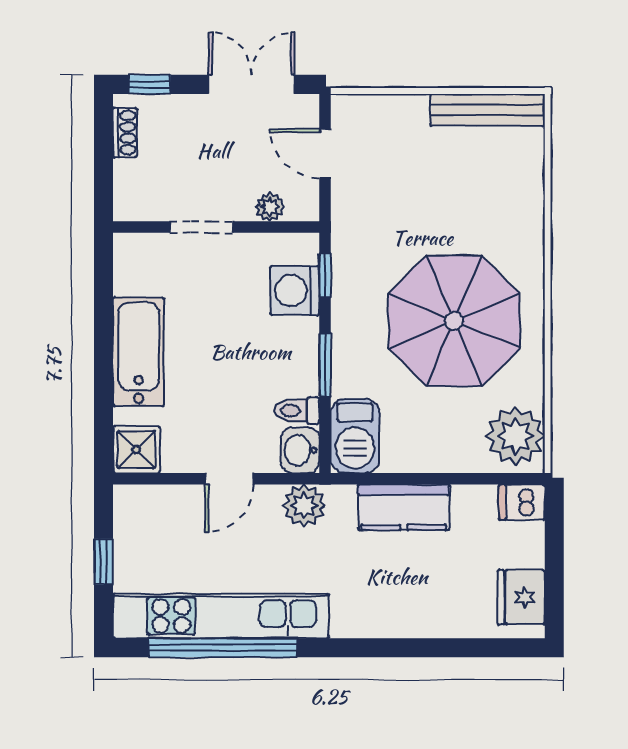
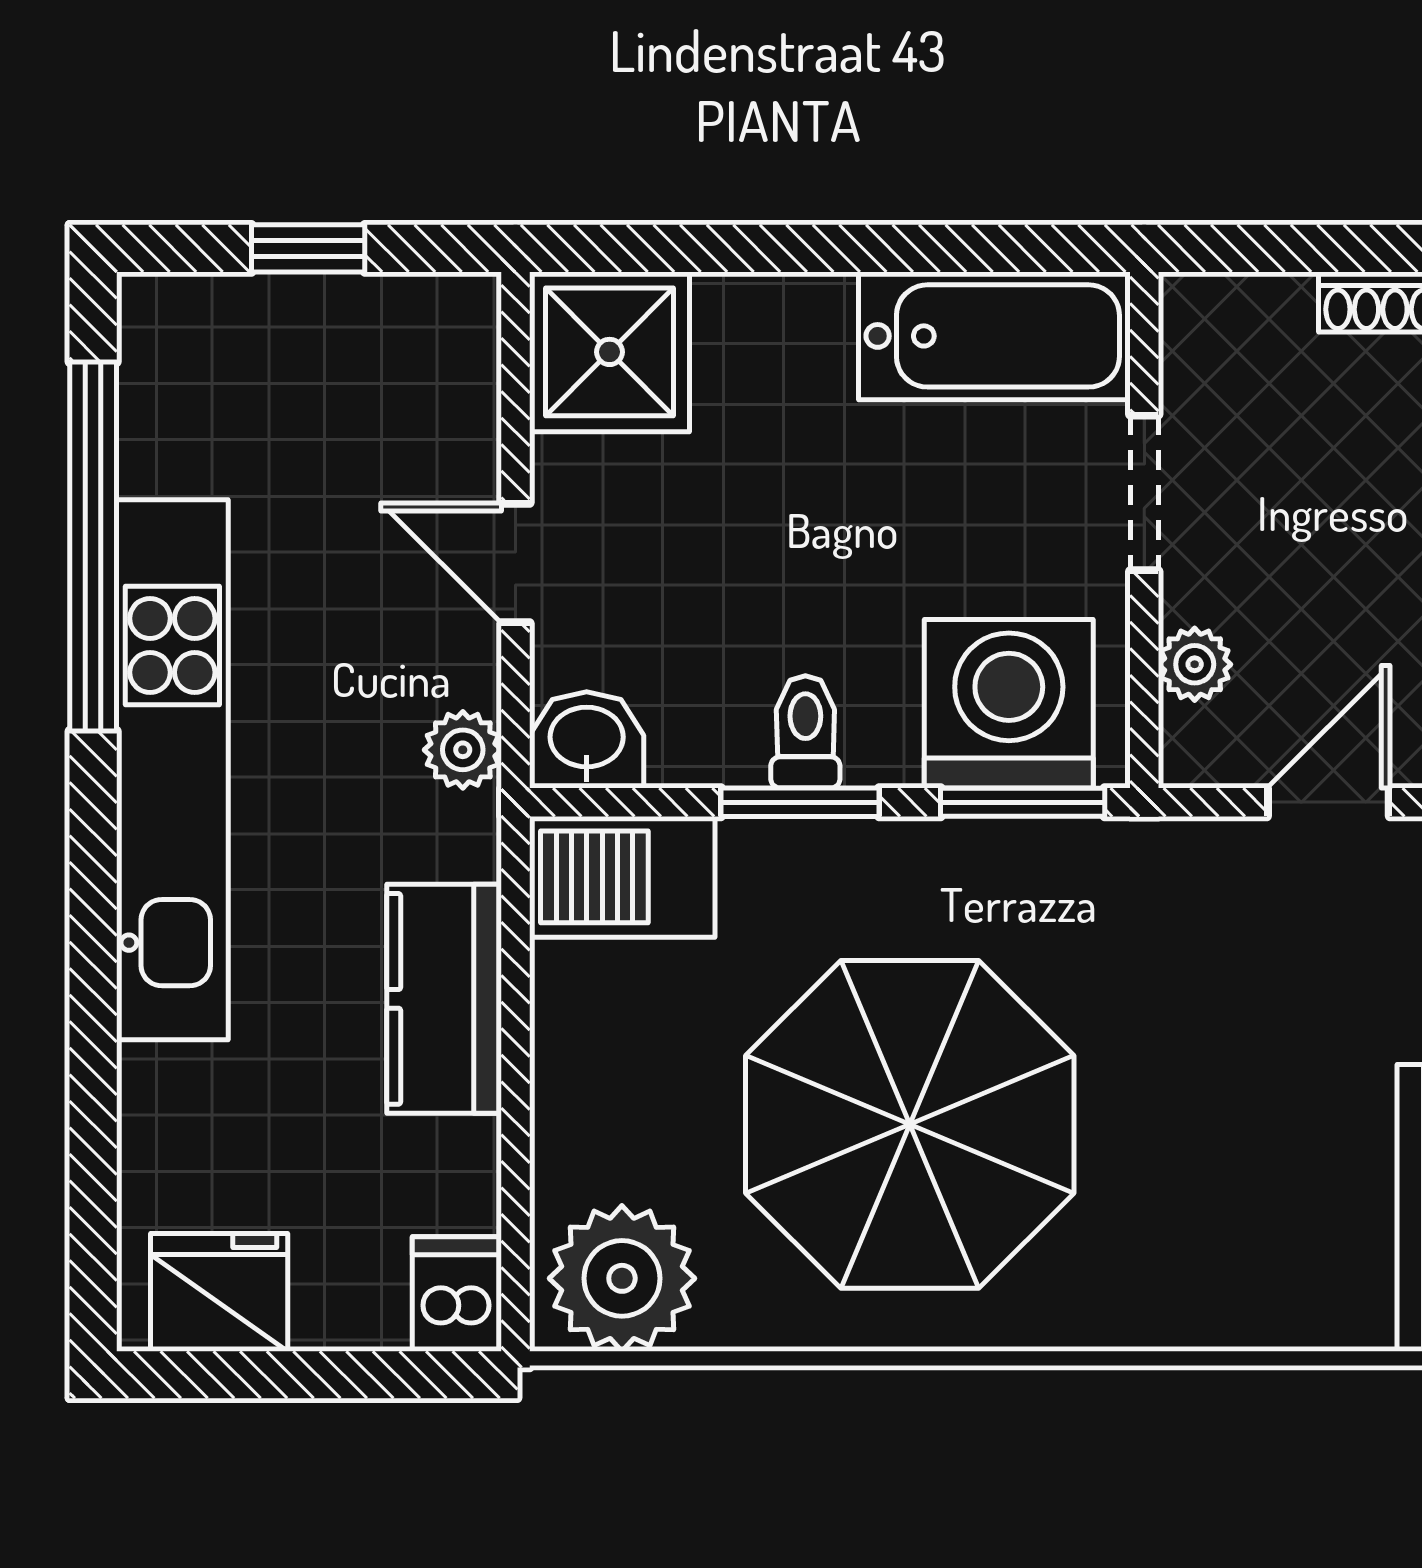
window: (325, 276) -> (1023, 802), width x1.50
washing machine: (295, 290) -> (1009, 704), width x1.37, depth x1.37
bathtub: (139, 352) -> (994, 336), moved
toilet: (297, 411) -> (805, 732), moved
shower: (136, 450) -> (610, 352), width x1.36, depth x1.36
plant: (304, 506) -> (463, 750), width x0.73, depth x0.73
kitchen unit: (221, 616) -> (172, 770), moved

